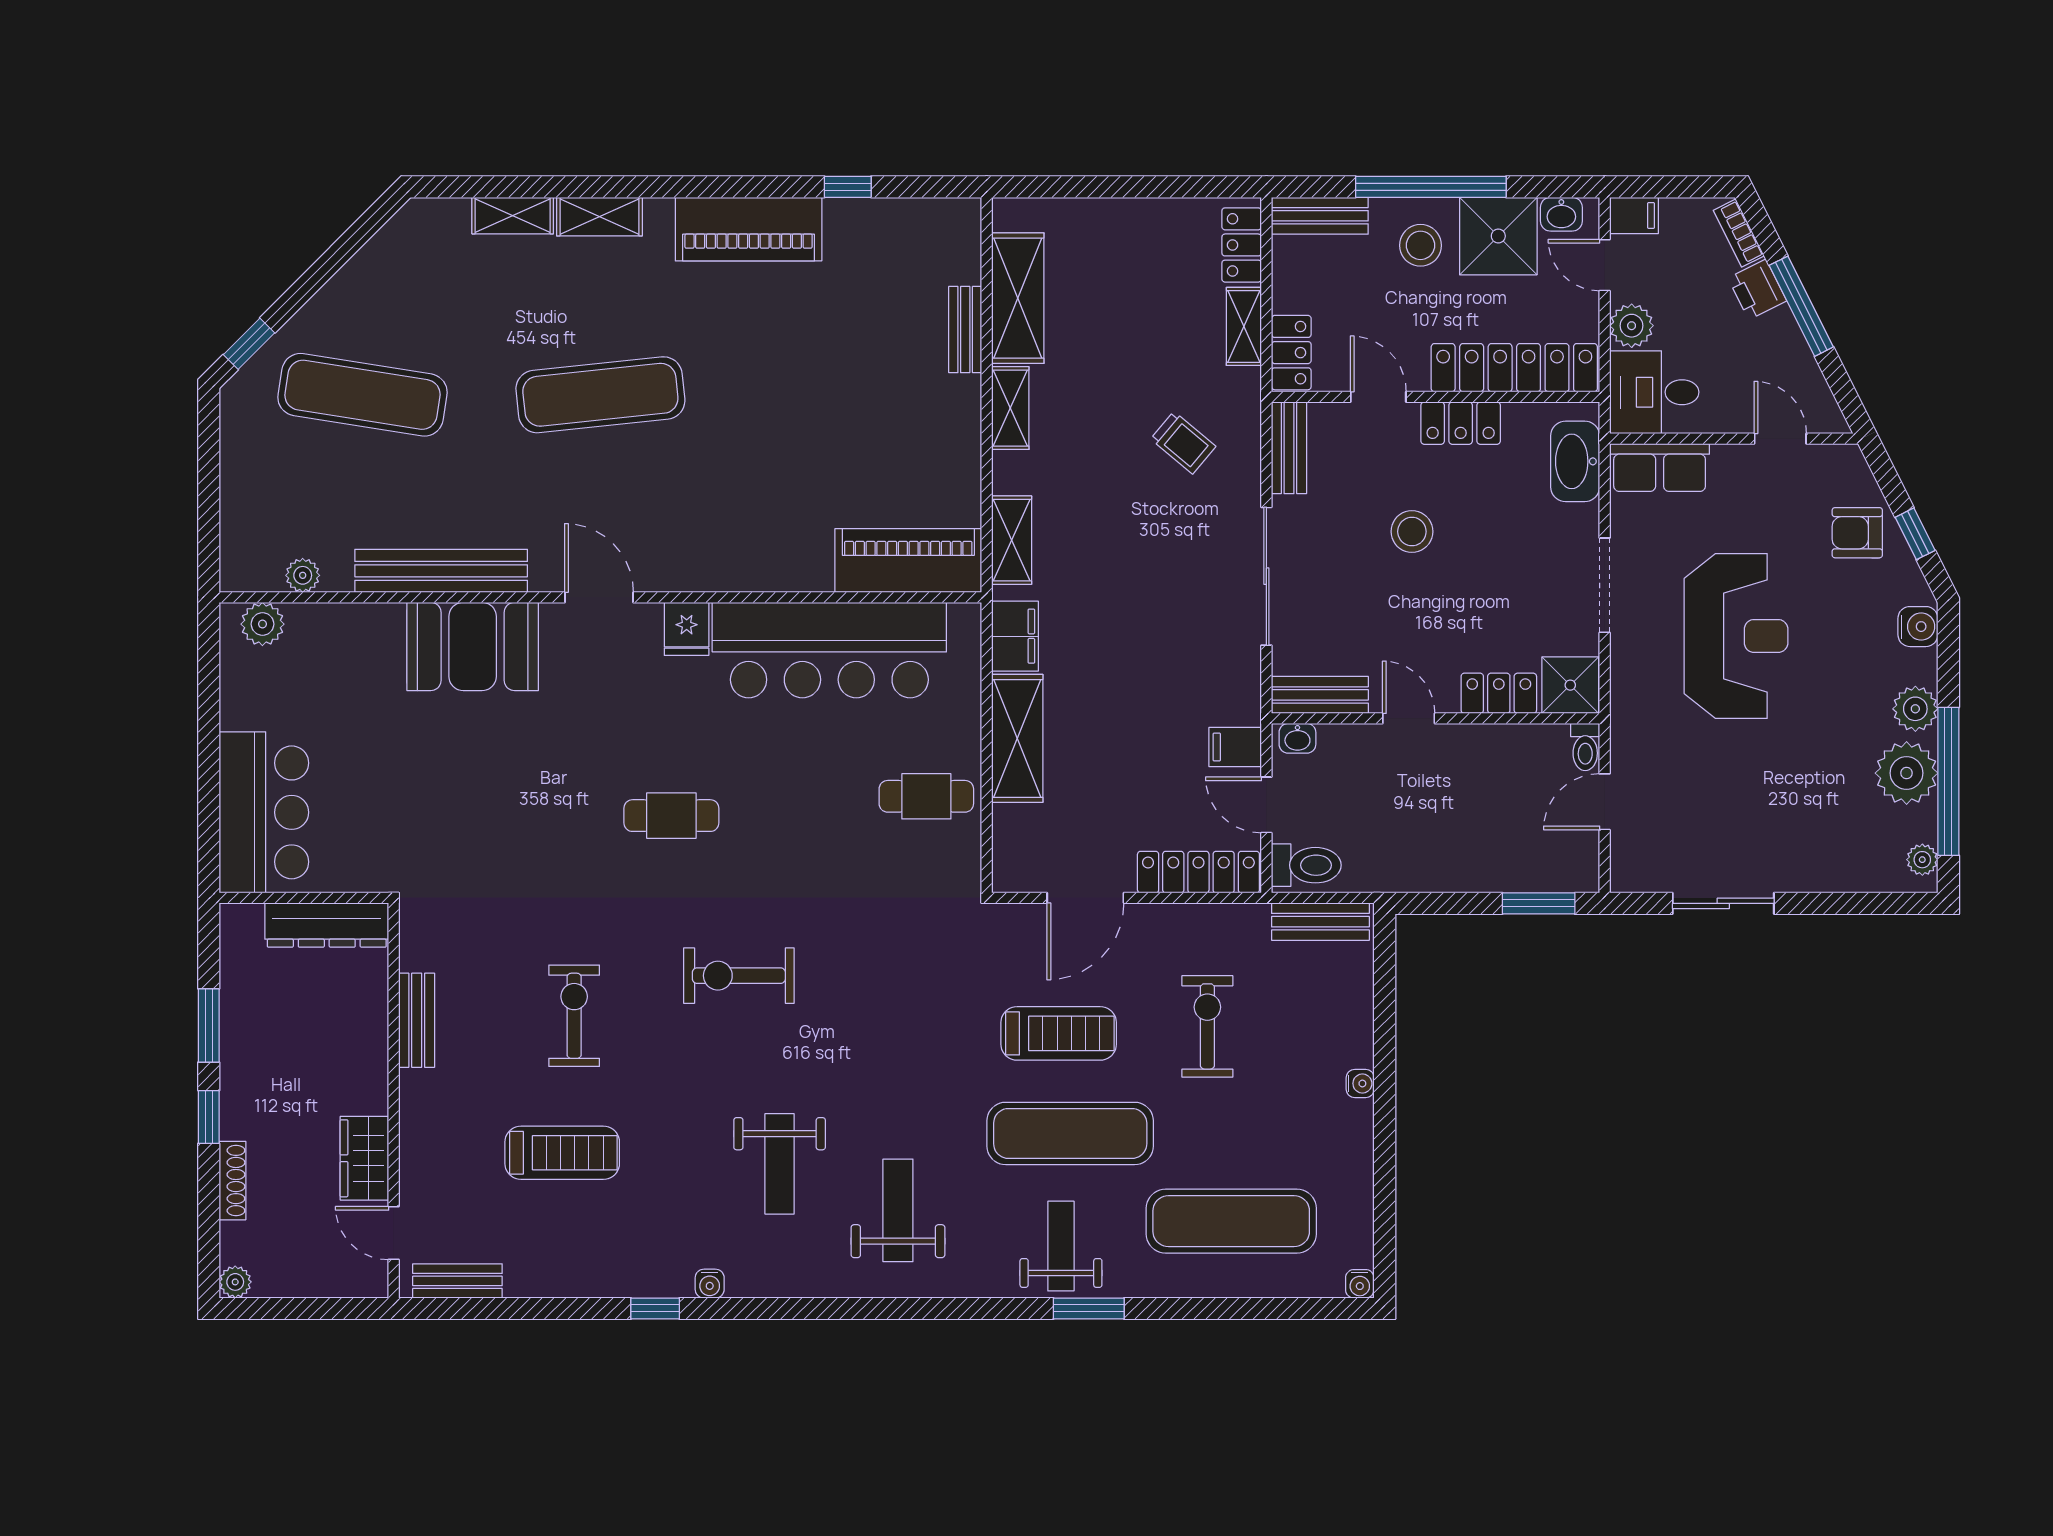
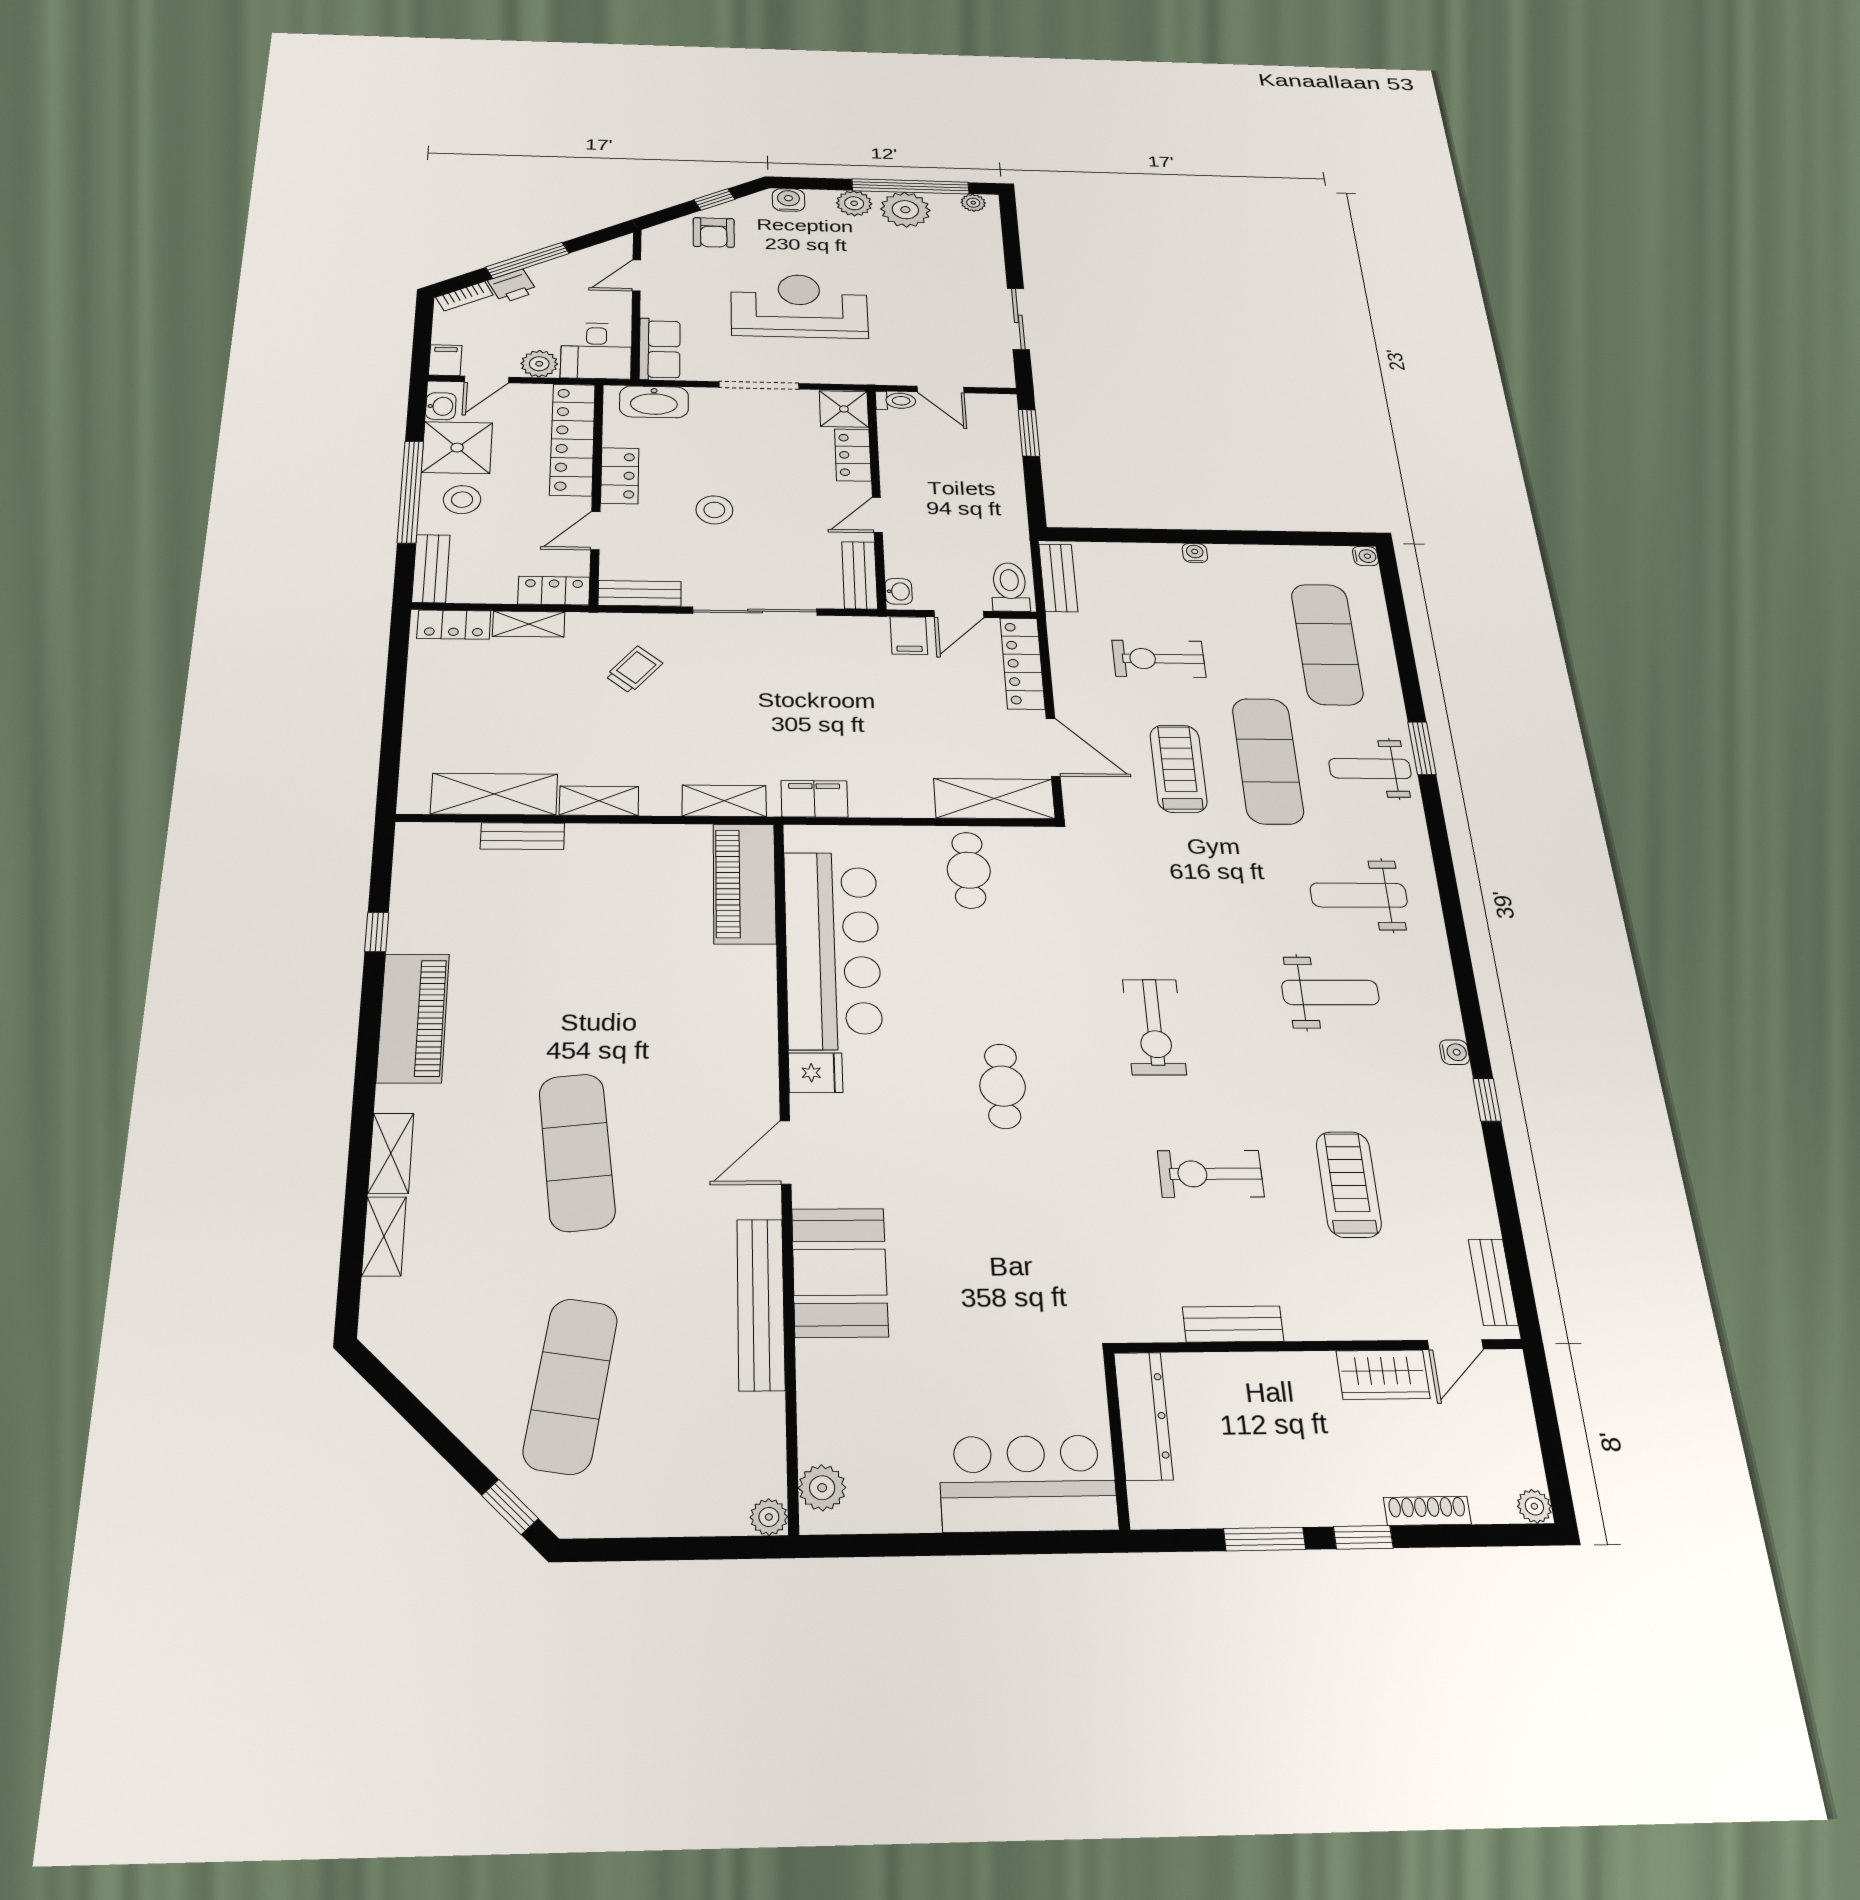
plant: (303, 575) -> (769, 1517), moved
shelving: (1017, 738) -> (994, 799), moved

